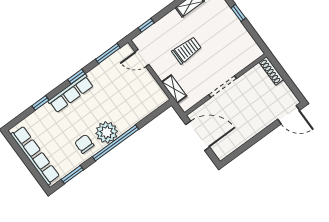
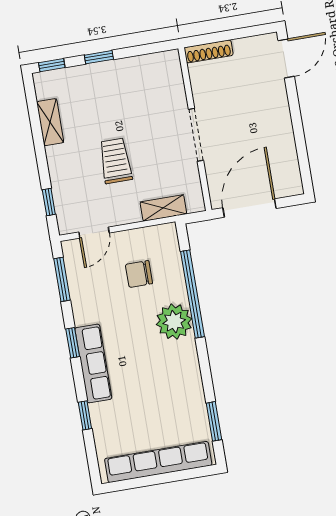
plant: (107, 132) -> (174, 322), moved
window: (115, 143) -> (192, 294), moved
chair: (84, 144) -> (139, 274), moved

